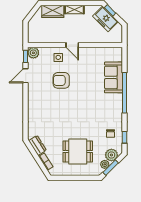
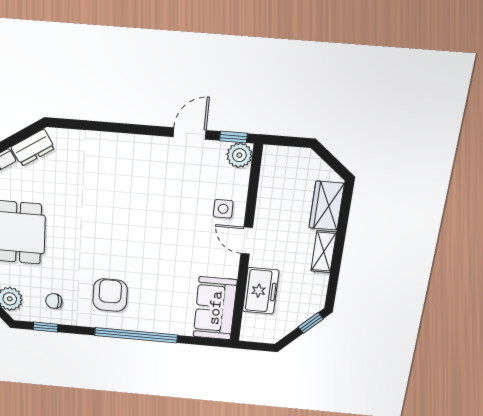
freezer: (105, 19) -> (261, 291), moved, turned 135
door: (72, 45) -> (247, 241), hinge flipped
door: (26, 76) -> (190, 134), hinge flipped
sofa: (113, 77) -> (215, 308), moved, turned -90
armchair: (61, 80) -> (110, 295), moved

